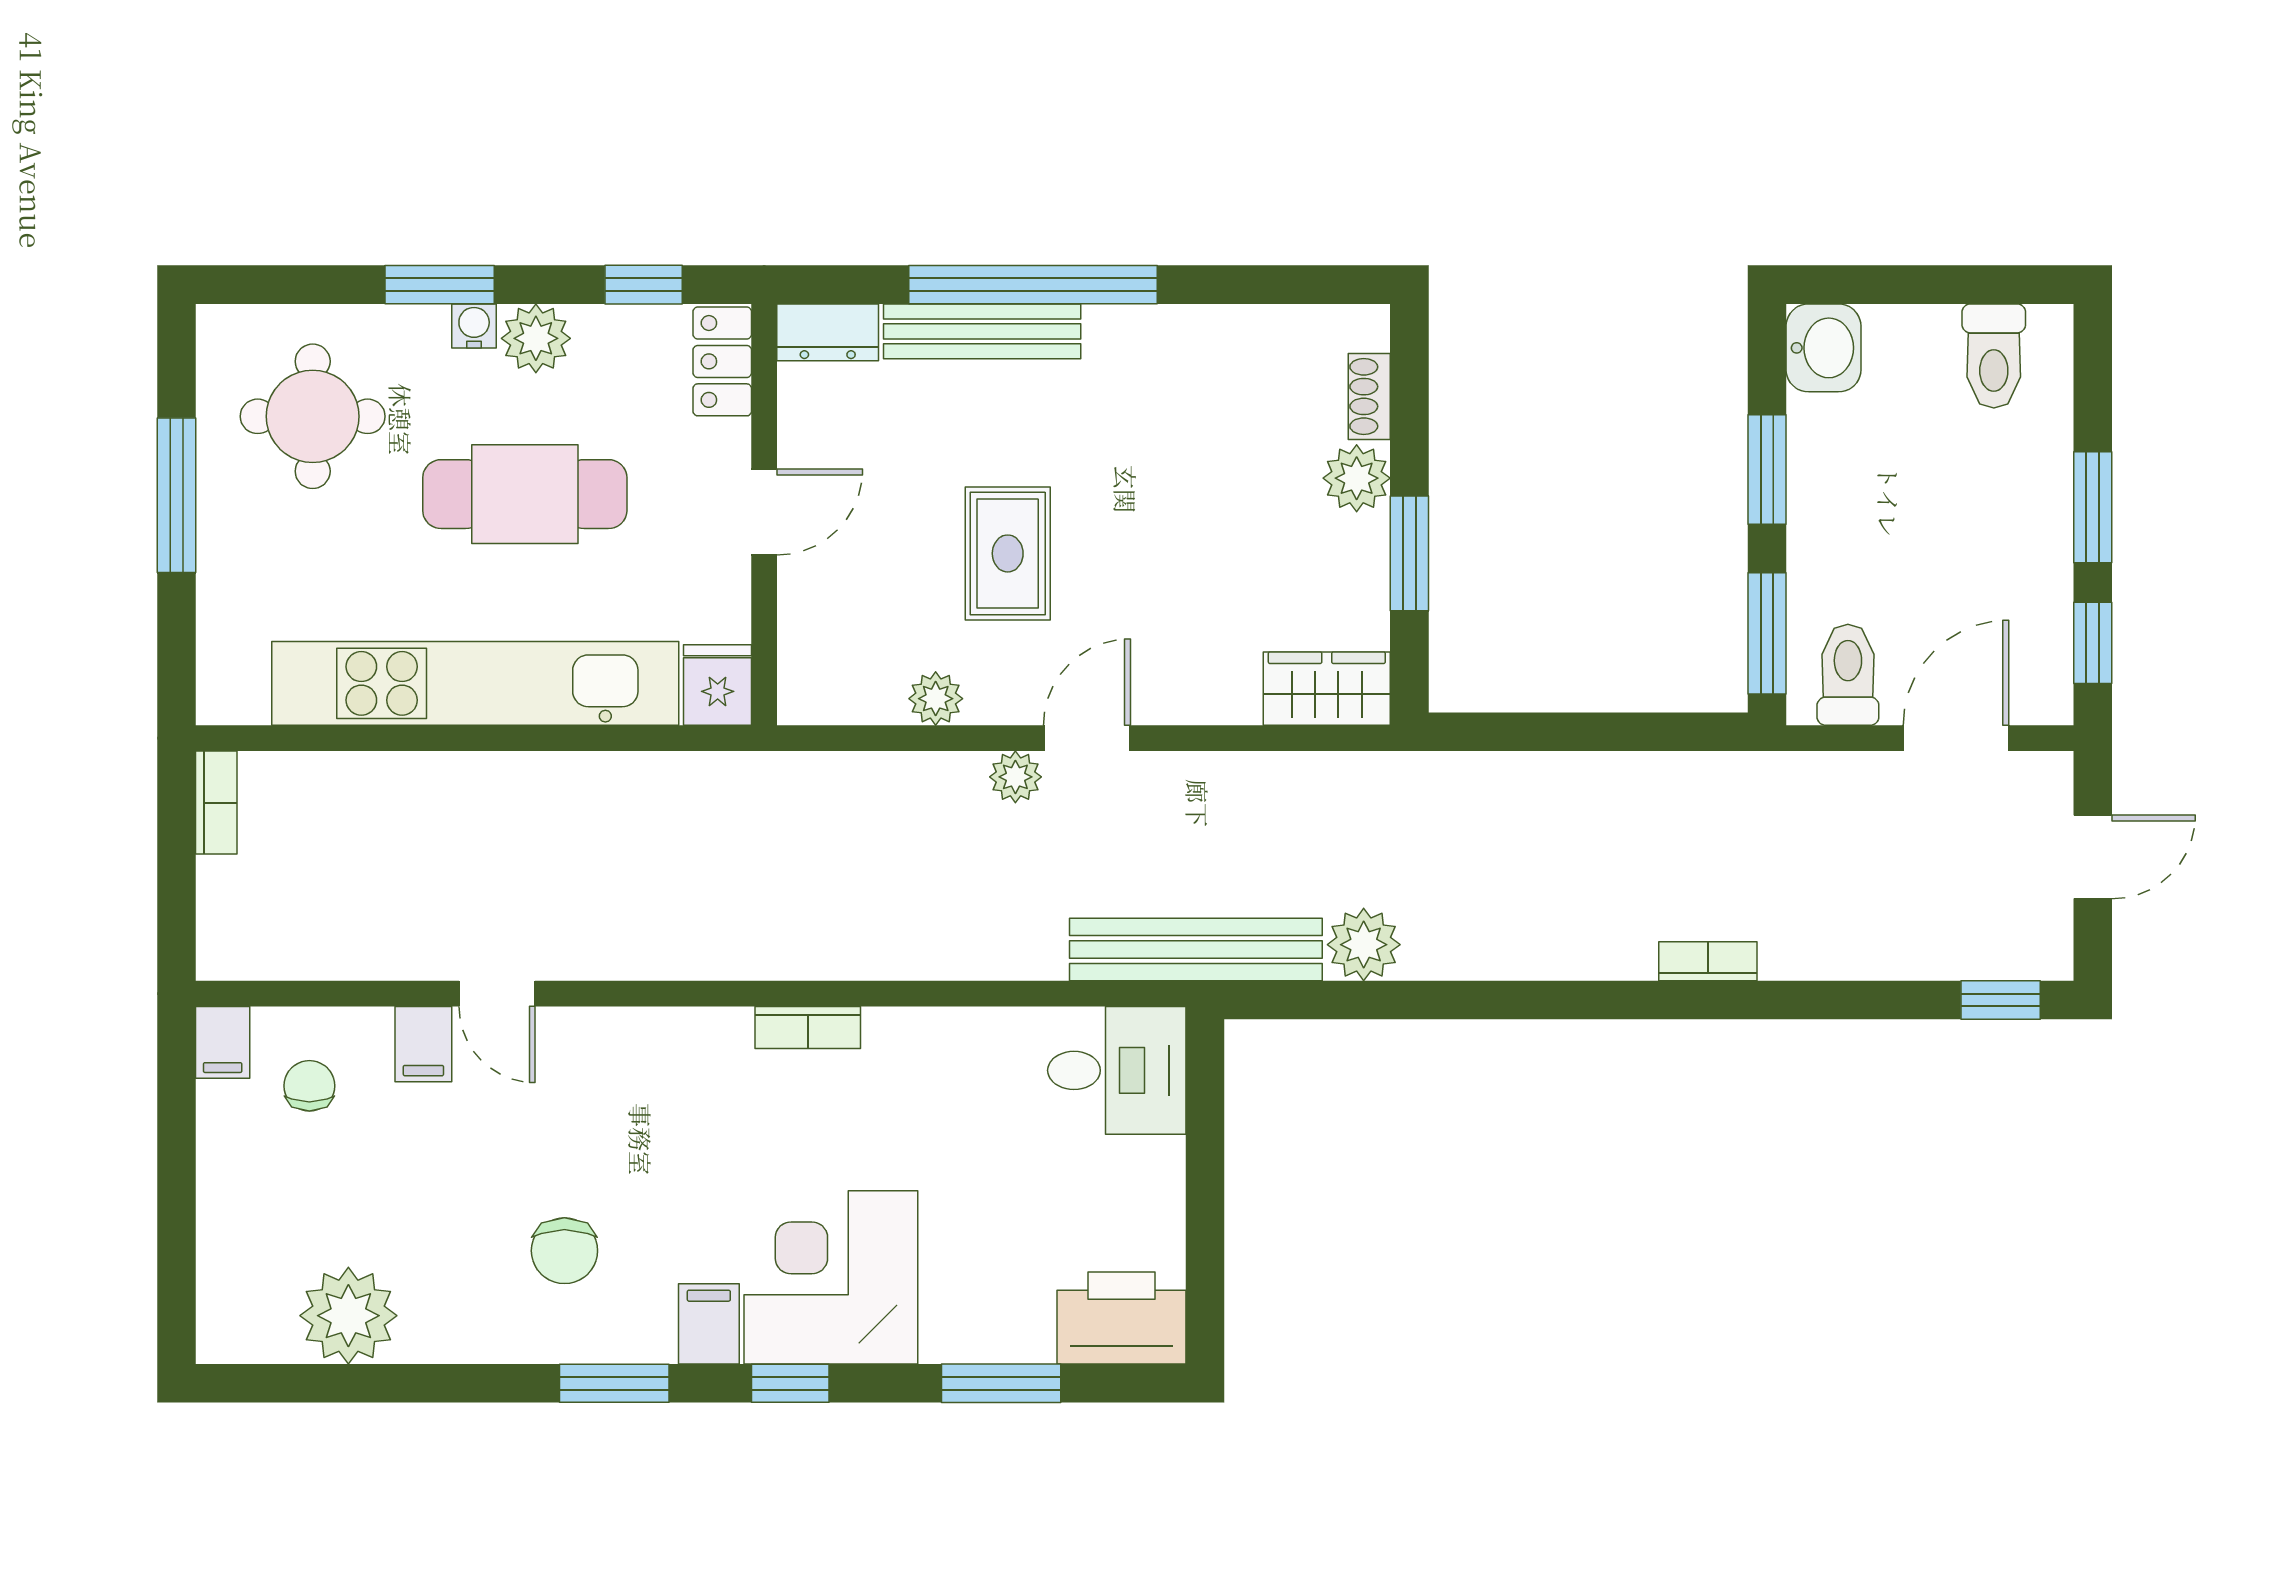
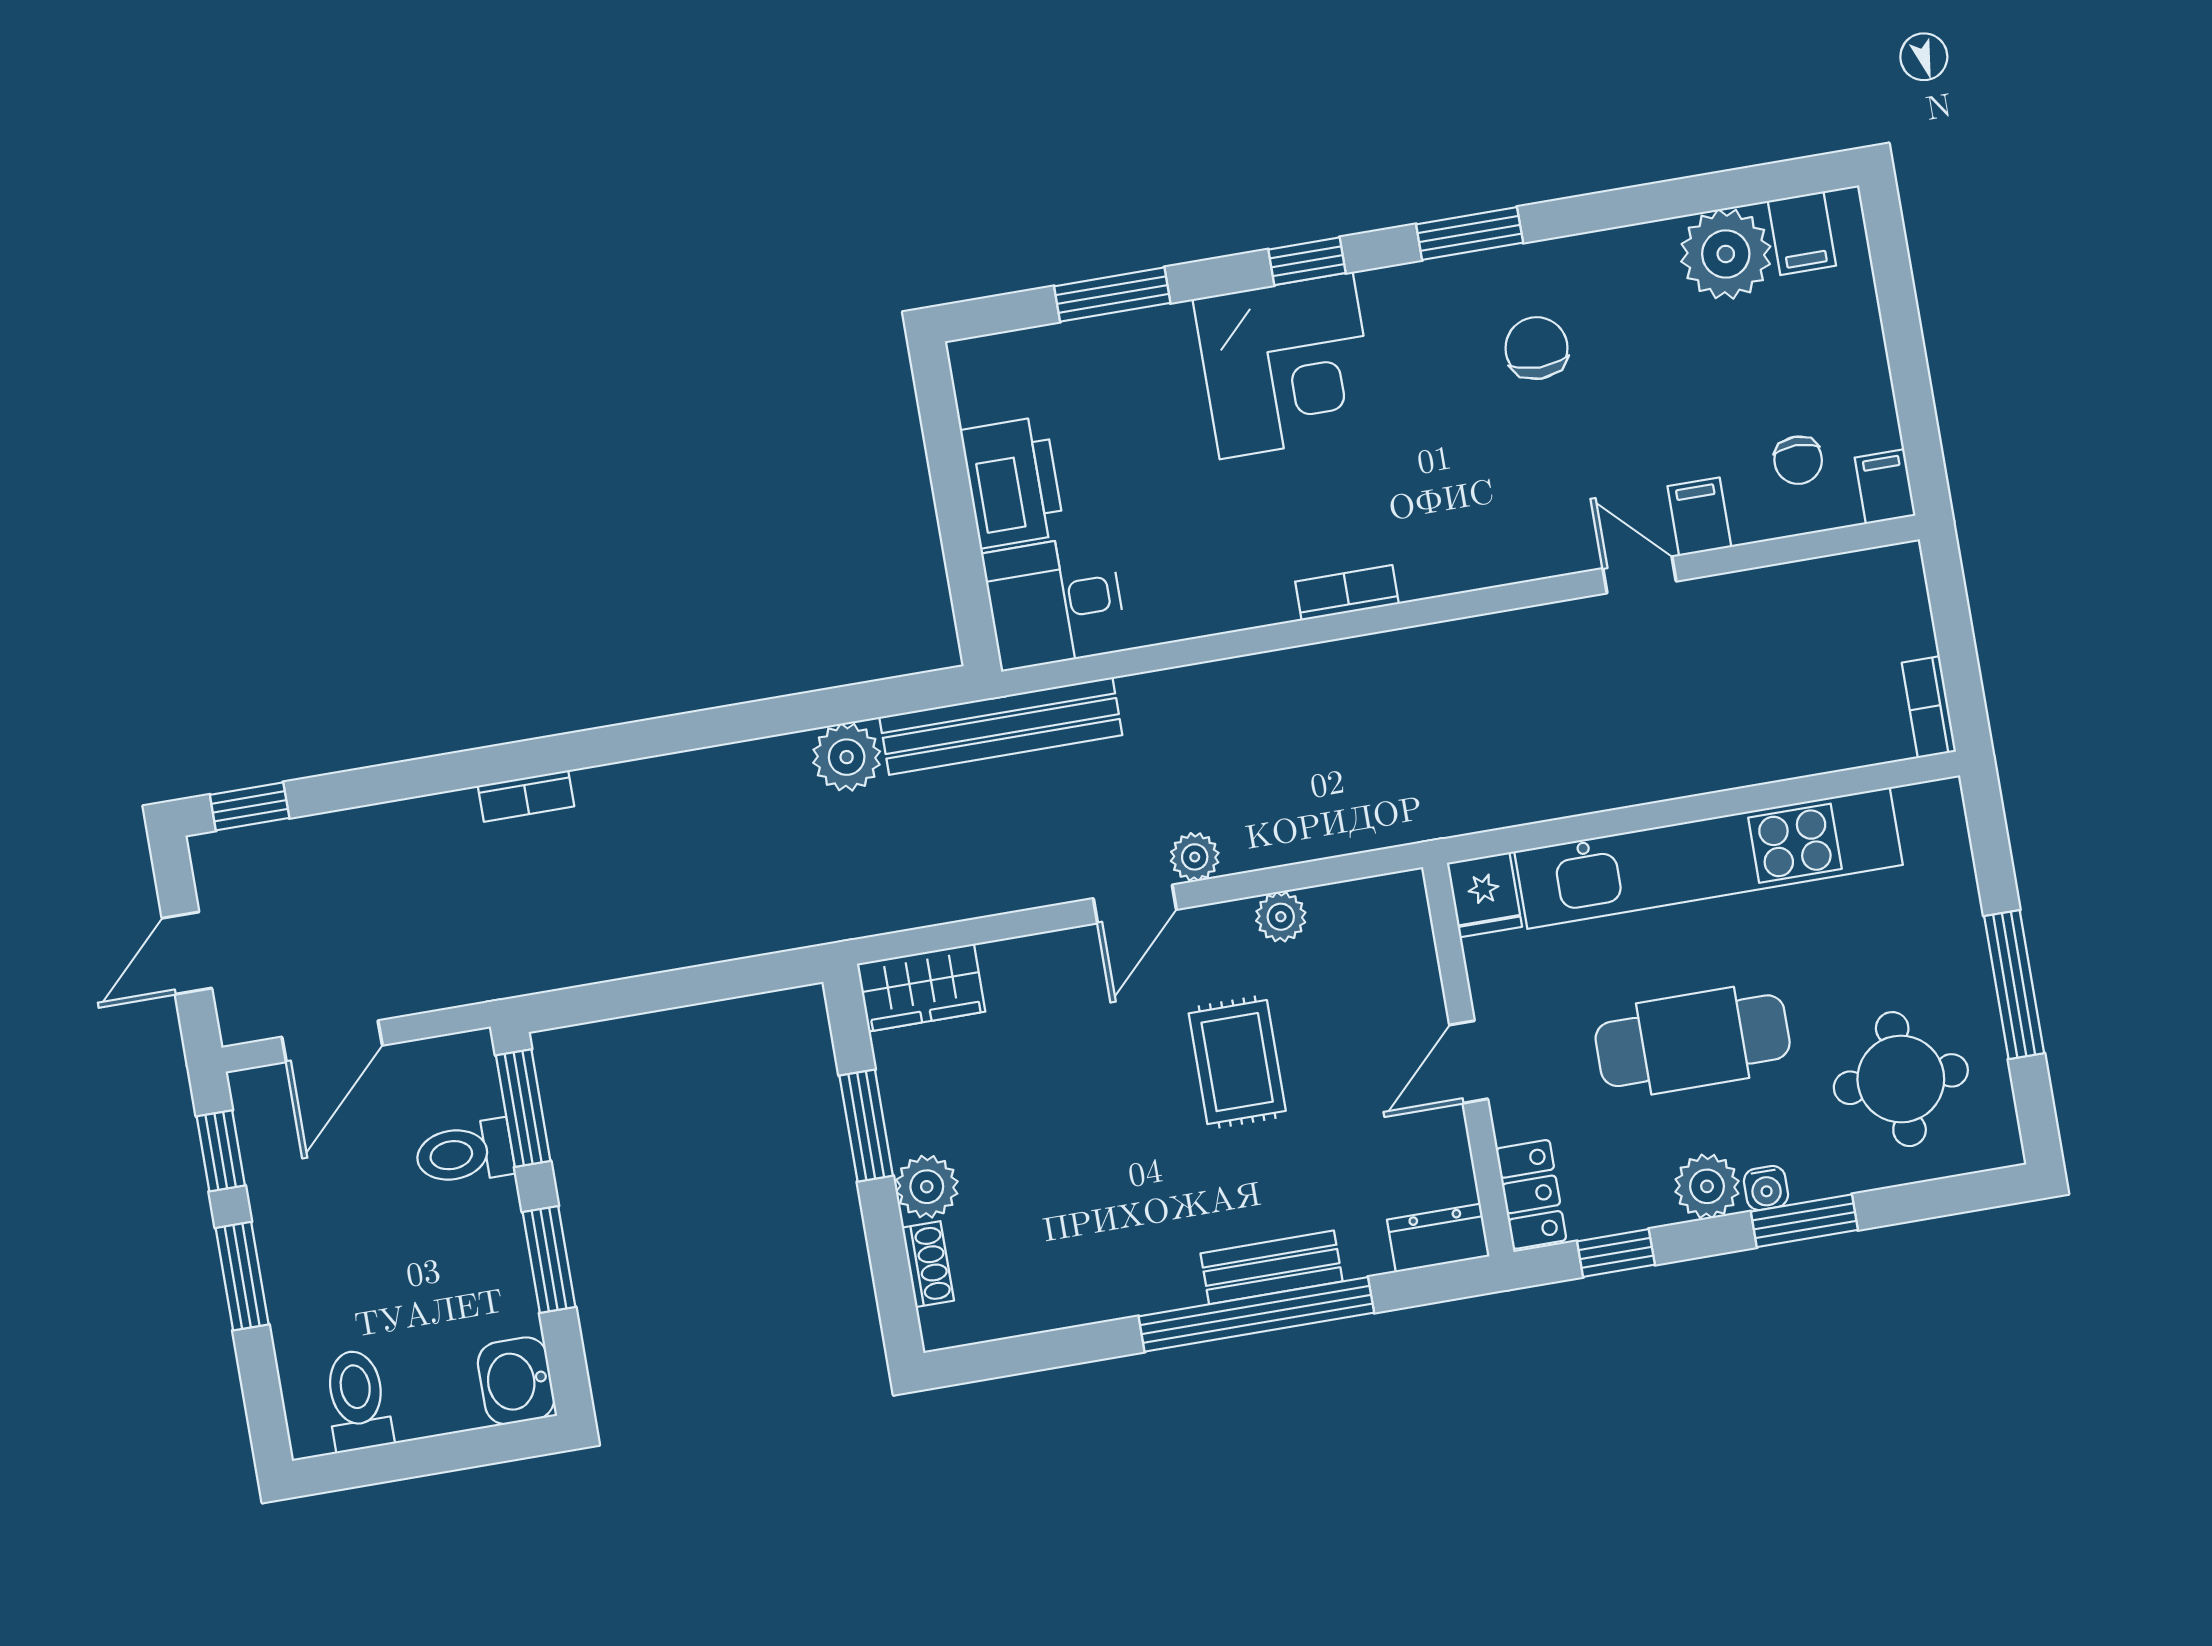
bench: (982, 331) -> (1272, 1267), width x0.73
toilet: (1848, 675) -> (464, 1153), moved, turned 90
printer: (1121, 1318) -> (1013, 482), moved, turned -90
filing cabinet: (709, 1324) -> (1802, 233), moved

